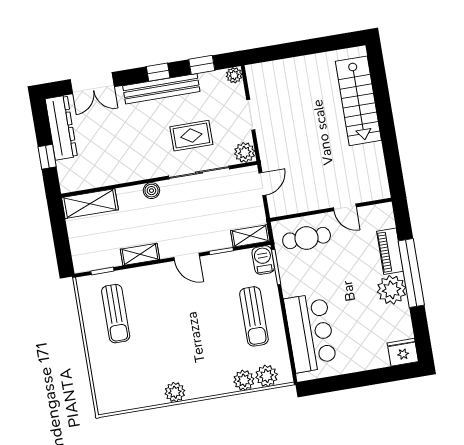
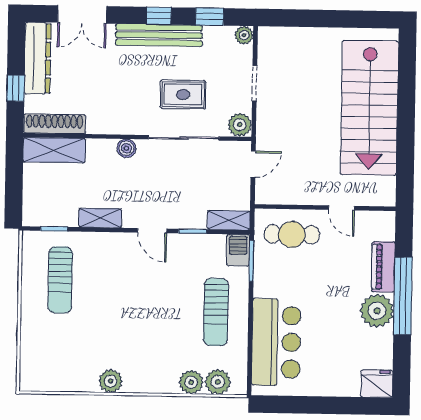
stairs: (358, 101) -> (369, 108), width x1.36, depth x1.51
shoe rack: (86, 181) -> (55, 124), added

